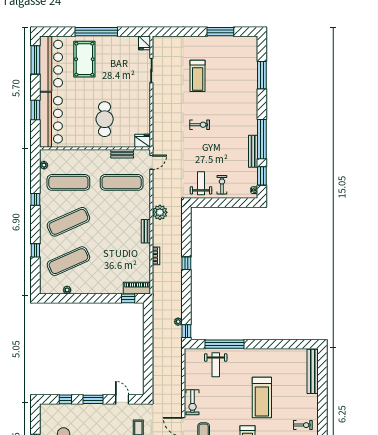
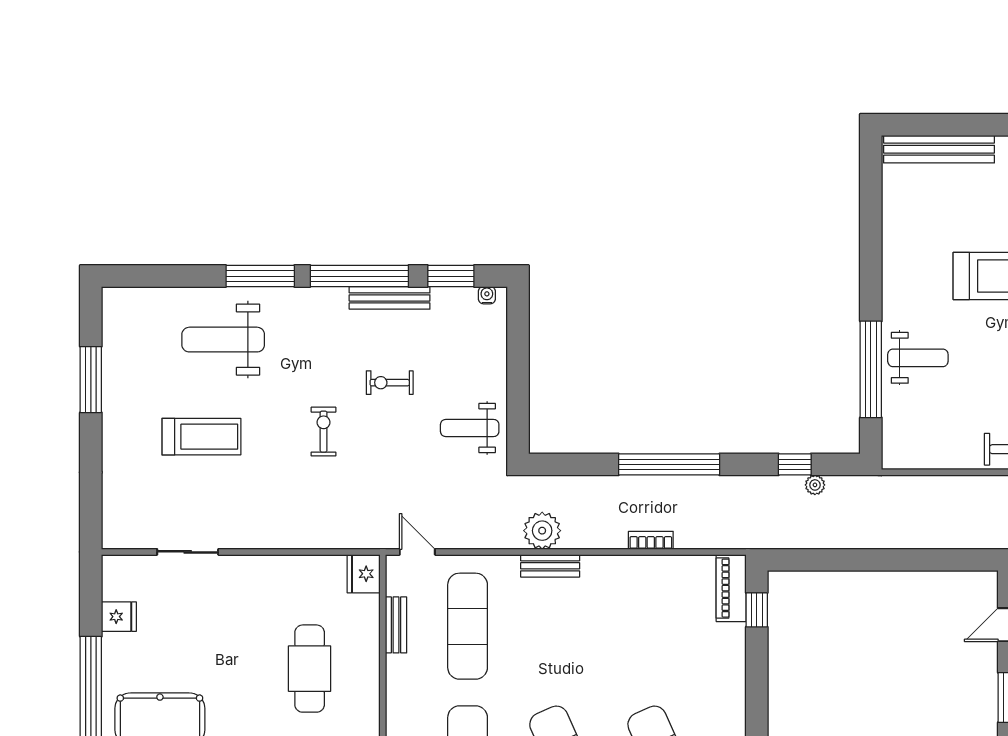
fridge: (144, 43) -> (119, 617), moved
window: (262, 75) -> (260, 276), moved
weight bench: (236, 85) -> (223, 340), added
cafe table: (105, 119) -> (310, 669), turned 90
exercise bike: (222, 185) -> (390, 383), moved
bench: (146, 231) -> (550, 566), moved
window: (186, 263) -> (669, 464), width x3.17
window: (186, 331) -> (795, 464), moved
weight bench: (216, 365) -> (918, 358), moved

